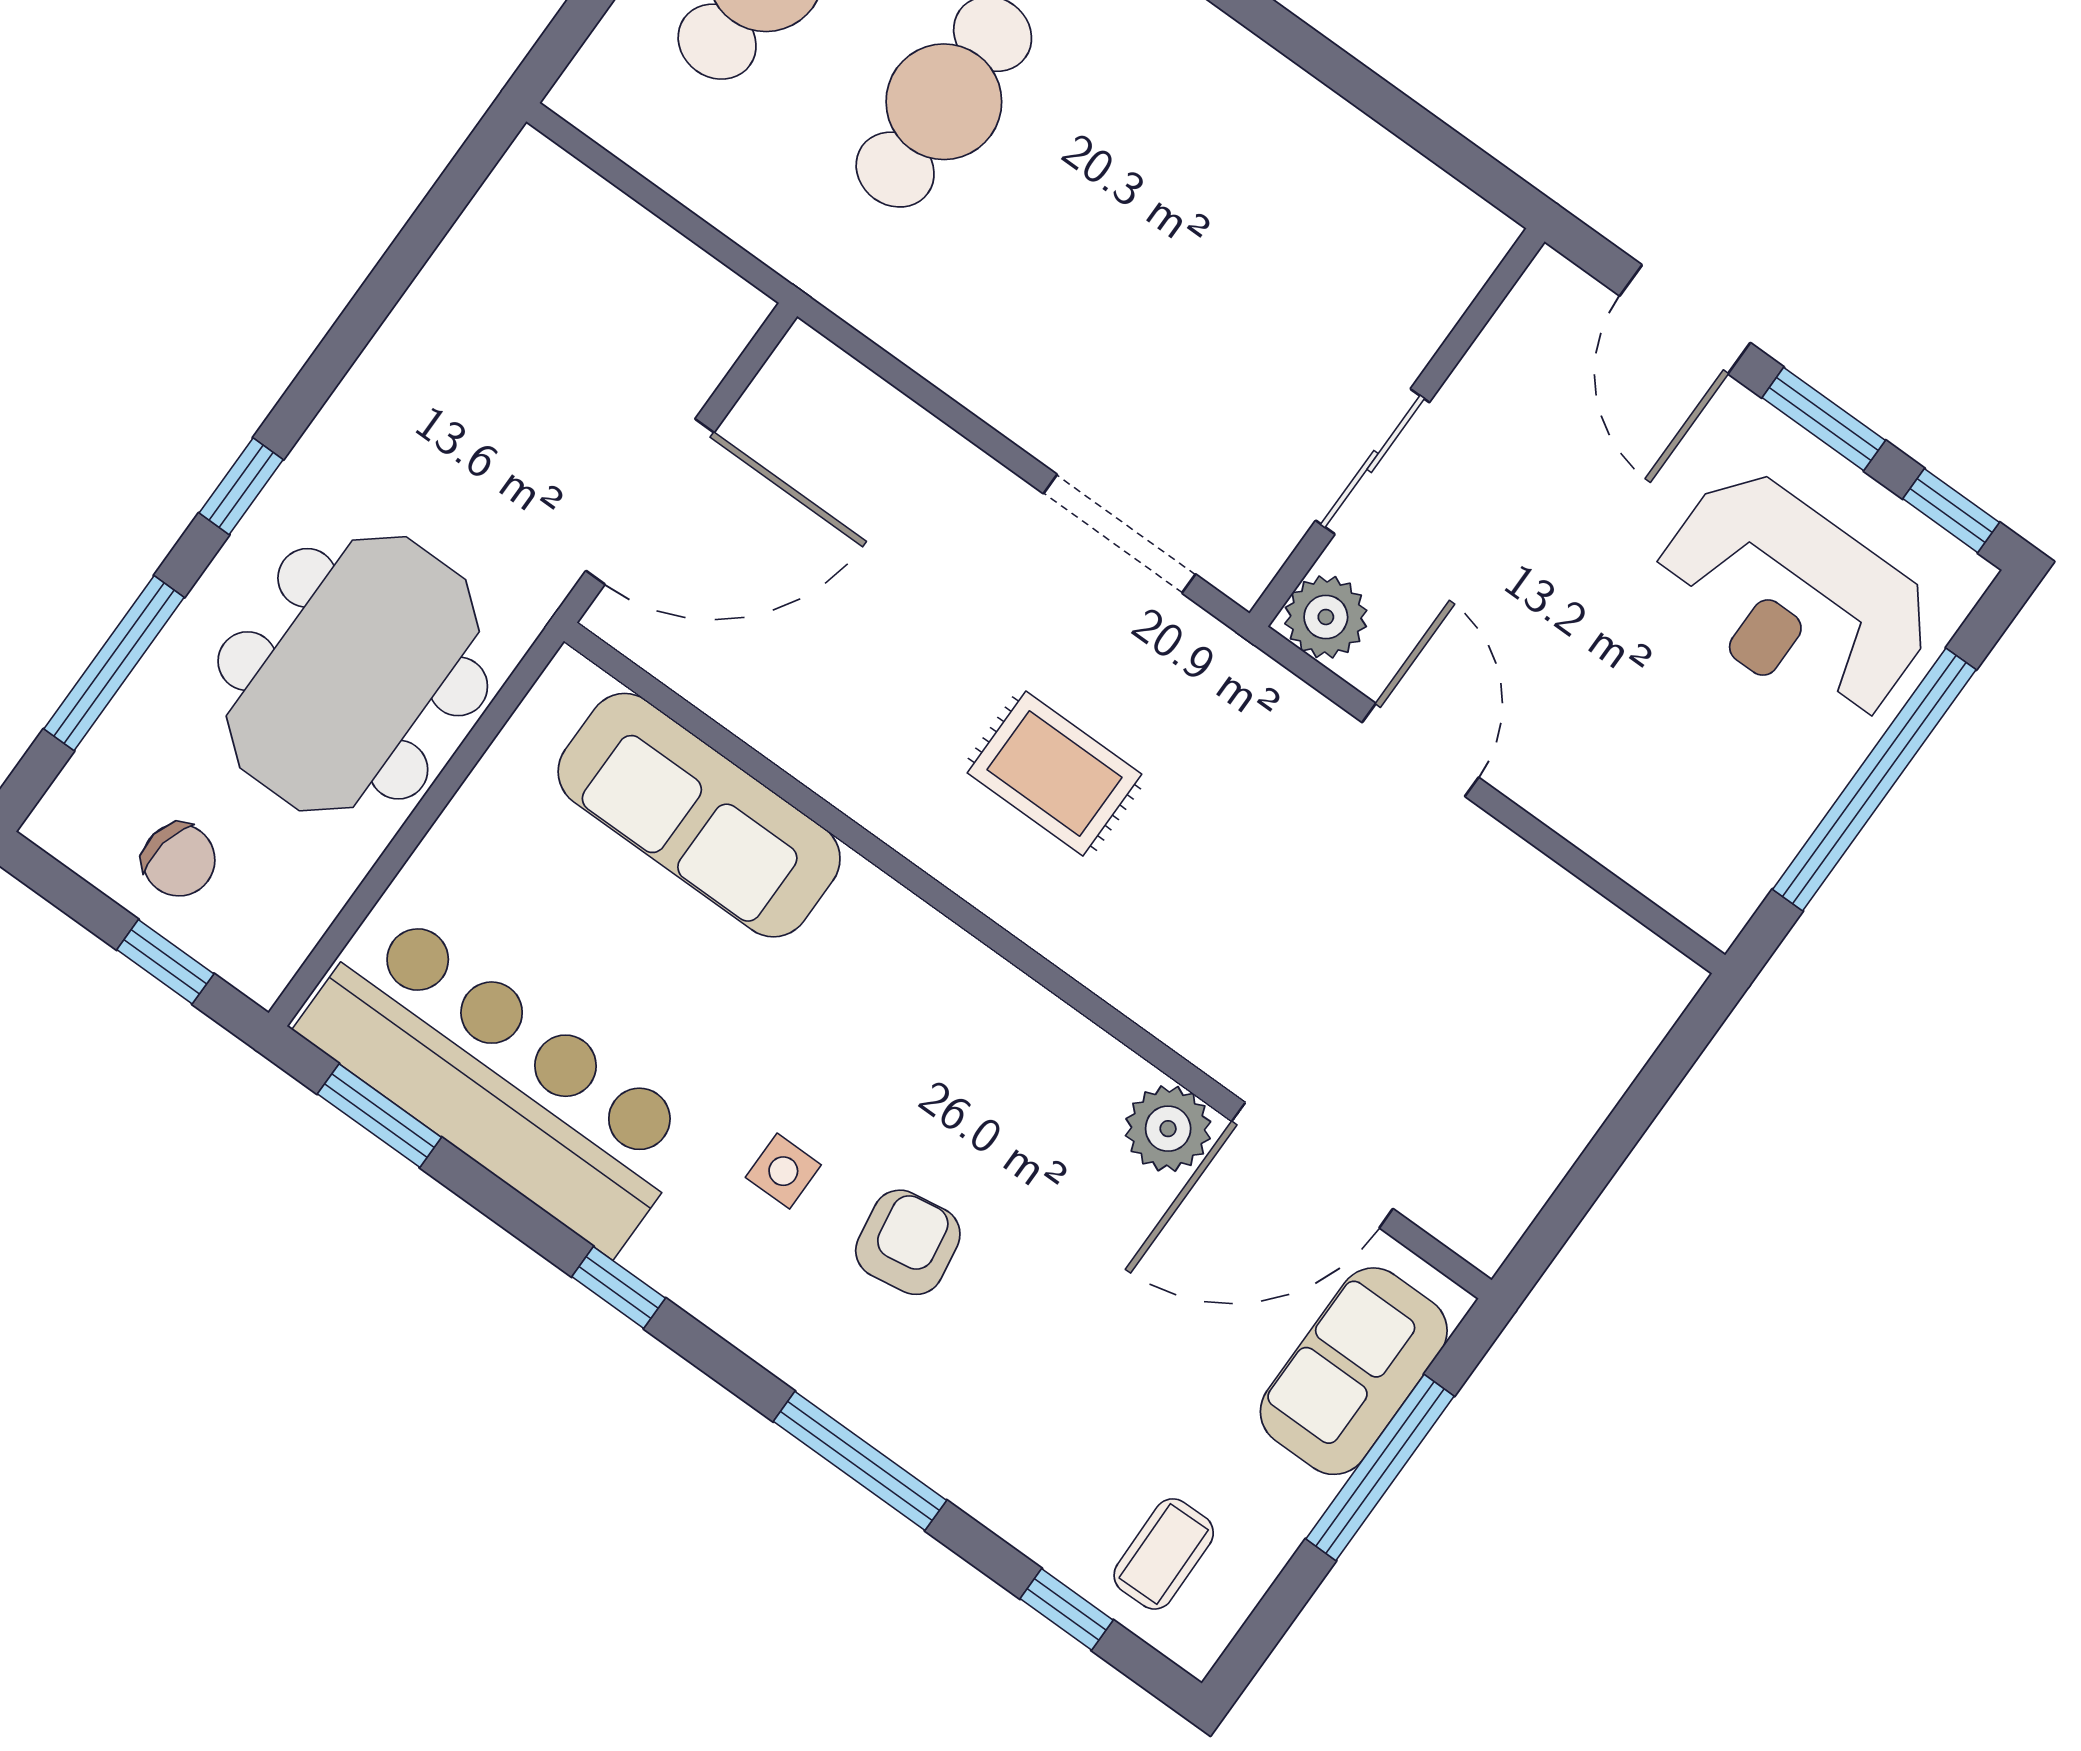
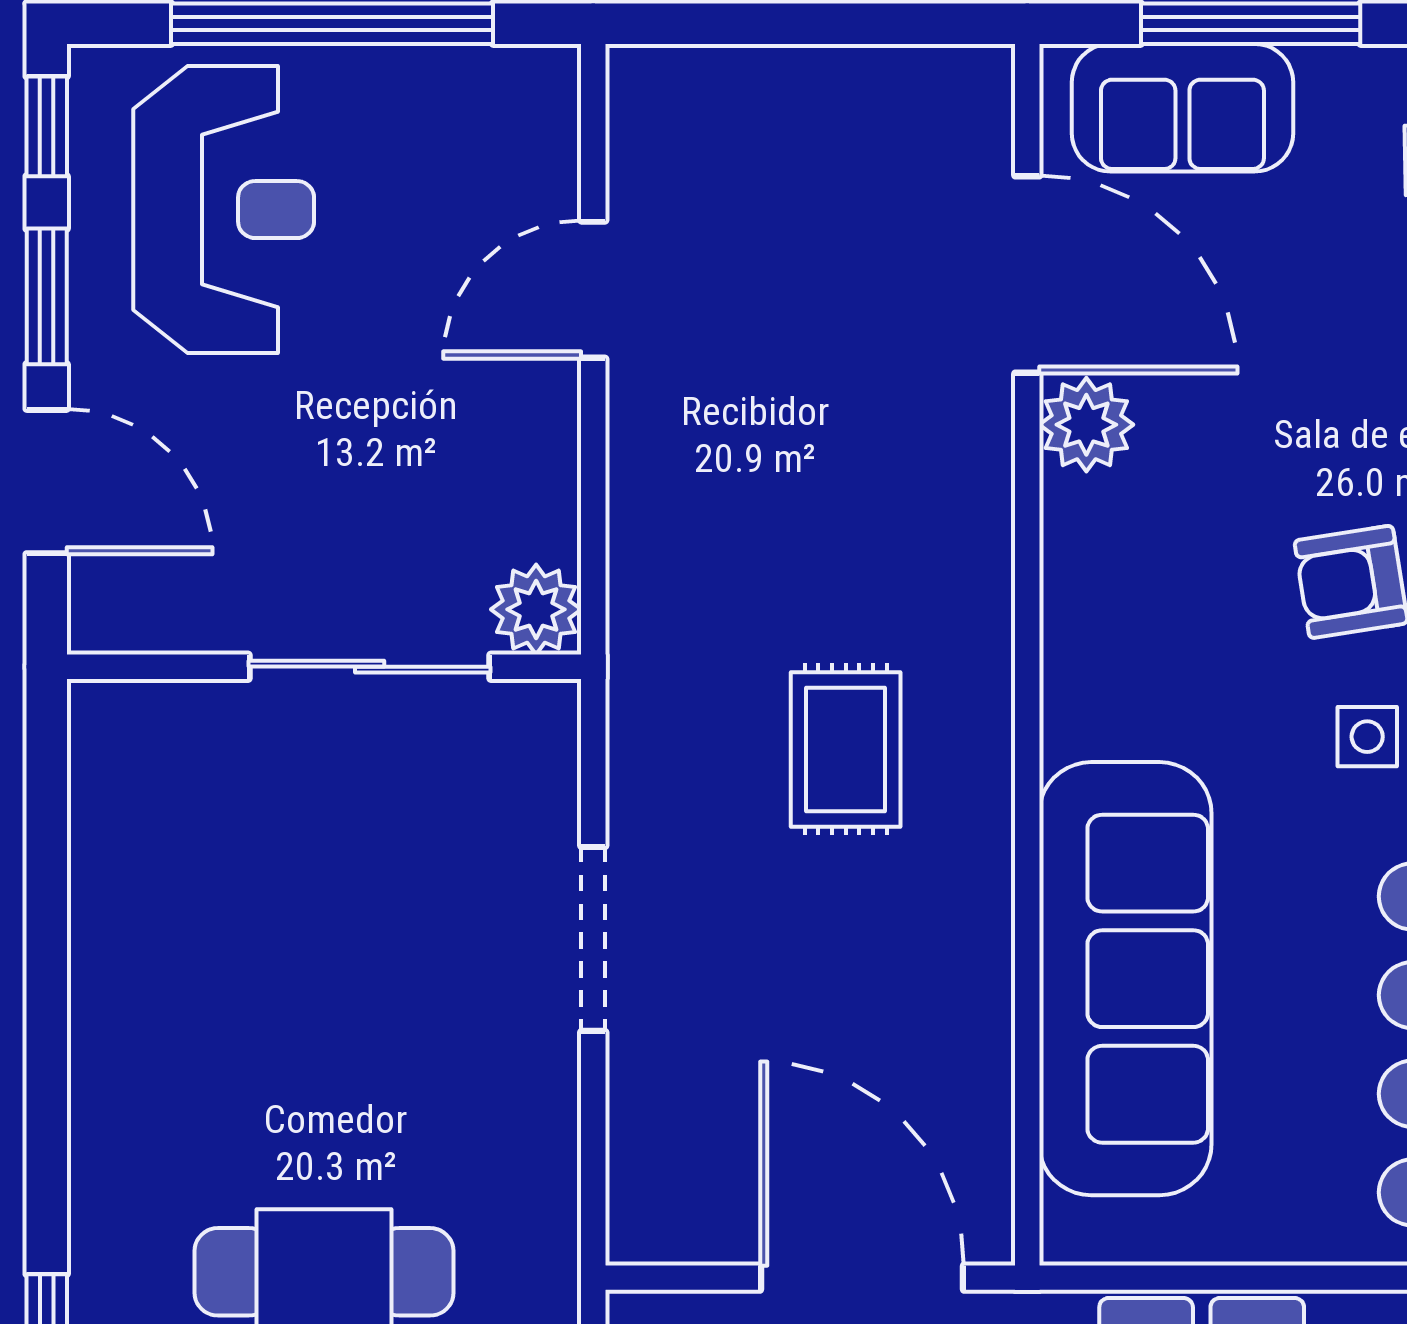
door: (1685, 319) -> (47, 482), hinge flipped
sliding door: (1373, 461) -> (370, 667), width x1.37
doorway: (1120, 534) -> (593, 939), moved
door: (1420, 750) -> (593, 290), moved
sofa: (699, 815) -> (1125, 979), width x1.36, depth x1.27

